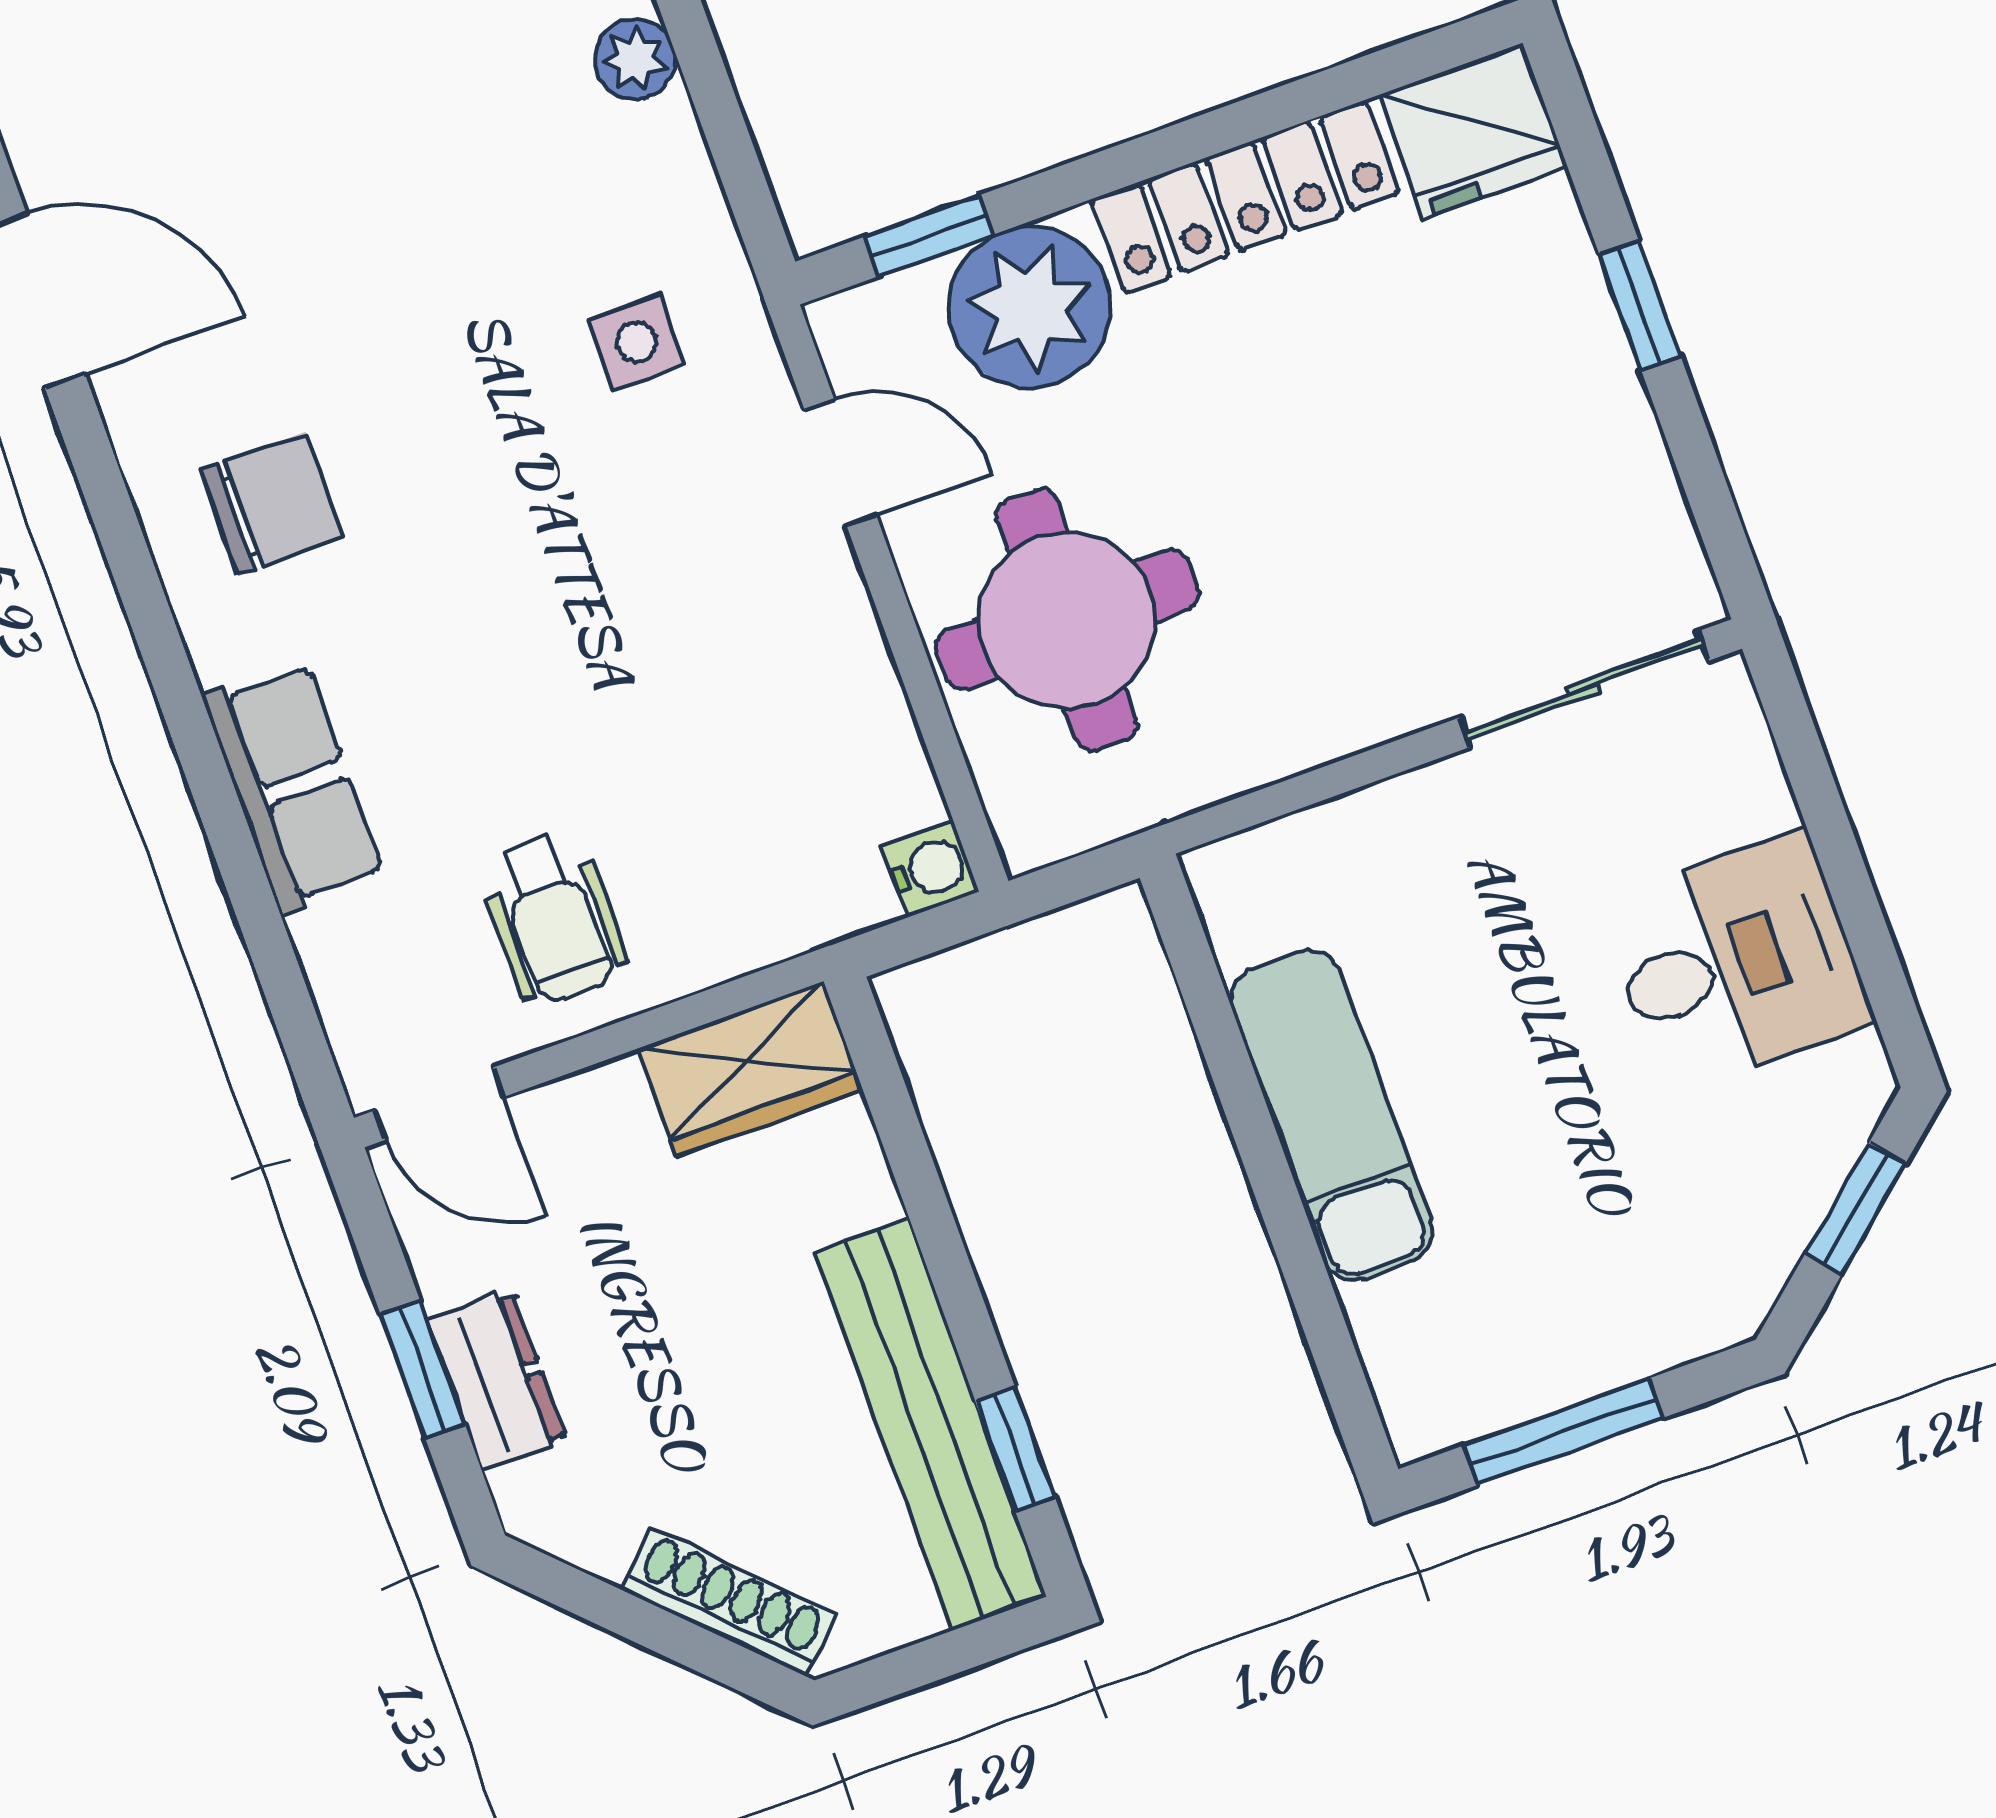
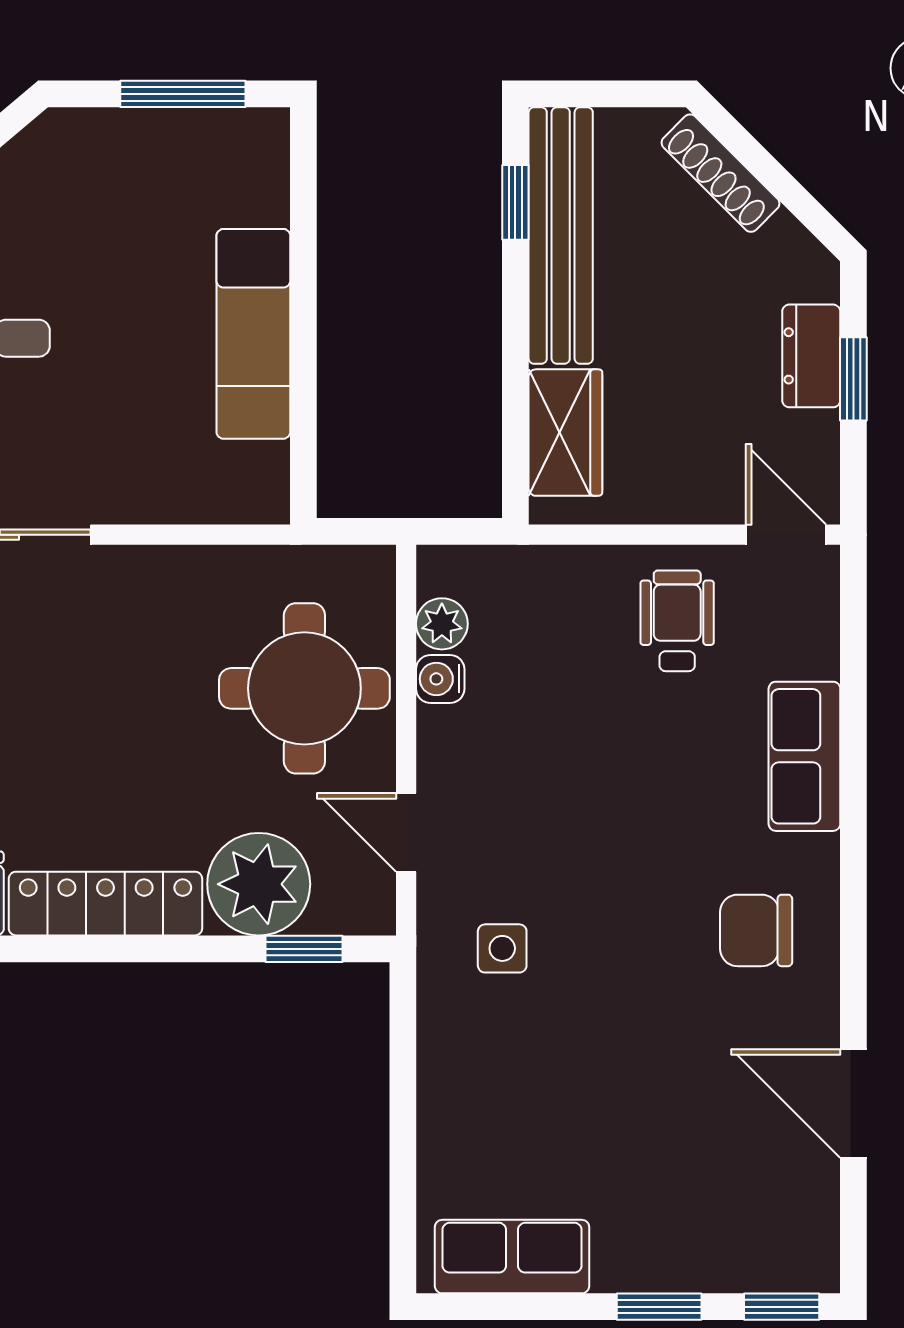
plant: (635, 59) -> (442, 624), moved
water cooler: (931, 869) -> (440, 679), moved
wardrobe: (750, 1069) -> (565, 433), moved, turned 90

